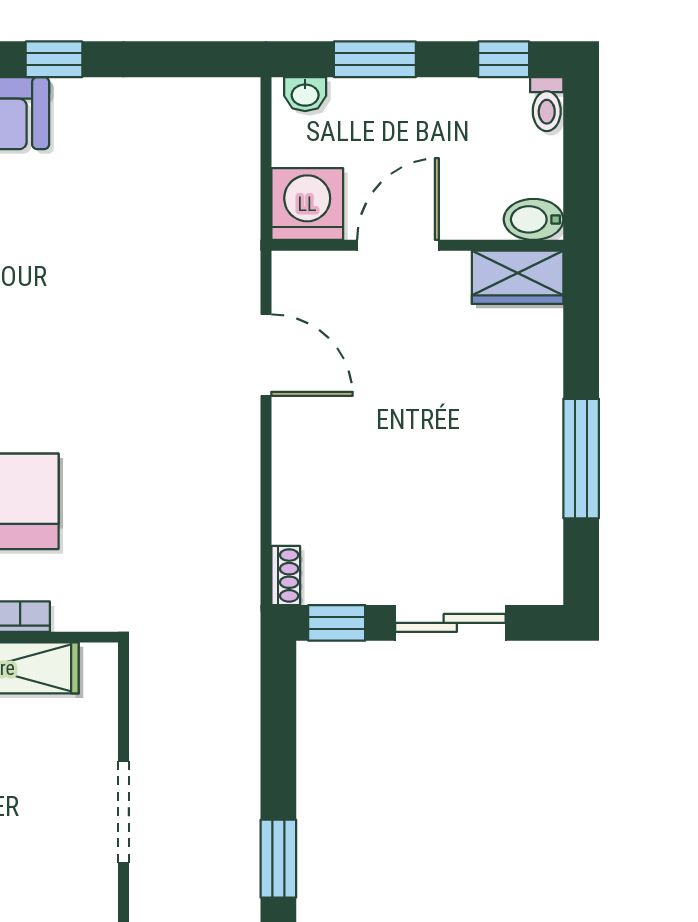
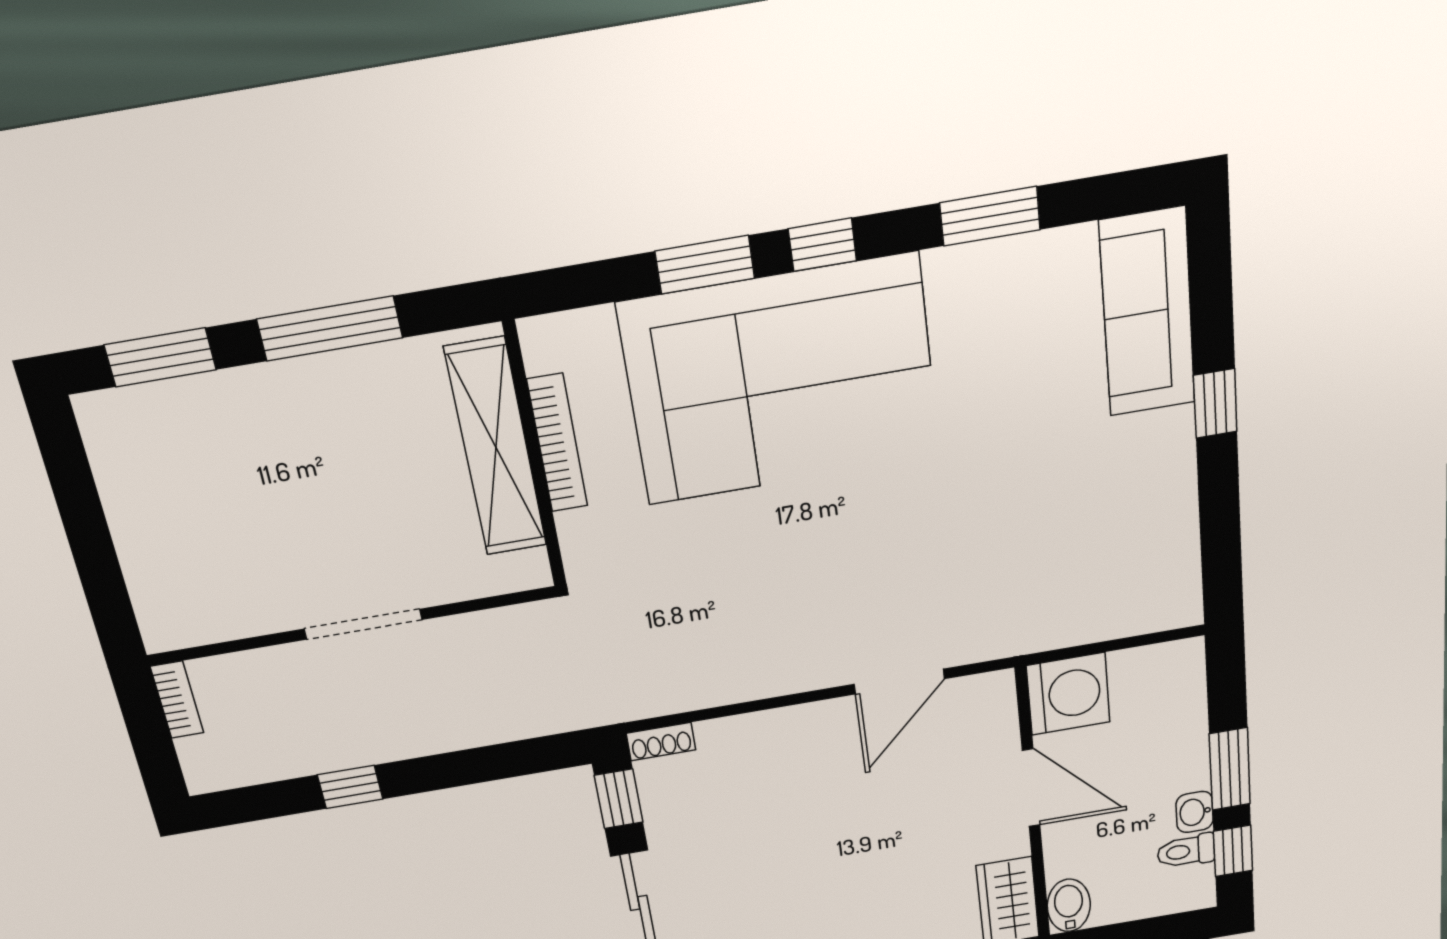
window: (375, 59) -> (1230, 769), moved
washbasin: (305, 94) -> (1195, 812), moved
toilet: (547, 104) -> (1186, 851), moved
window: (278, 859) -> (350, 787), width x0.67

